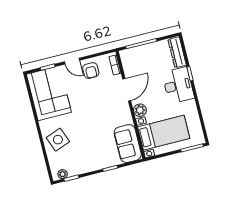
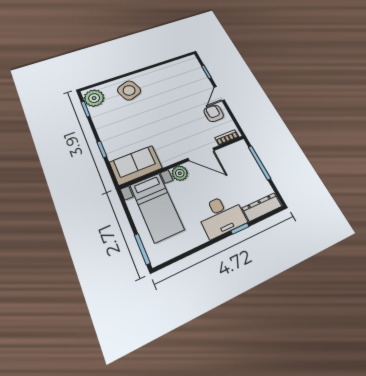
armchair: (91, 71) -> (214, 113), turned 90
corner sofa: (49, 93) -> (179, 76), removed
plant: (63, 174) -> (94, 98), width x1.87, depth x1.87

